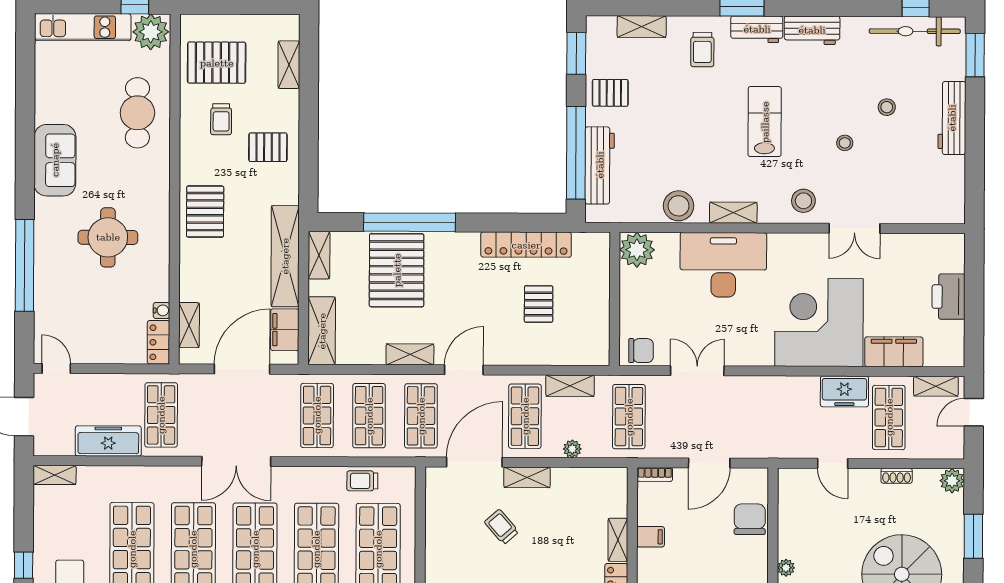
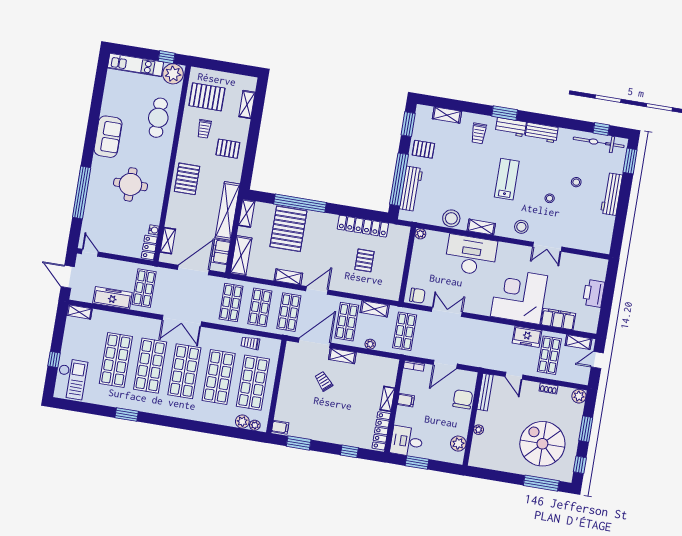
plant: (637, 250) -> (420, 234), width x0.53, depth x0.53
bench: (787, 500) -> (485, 392), added

